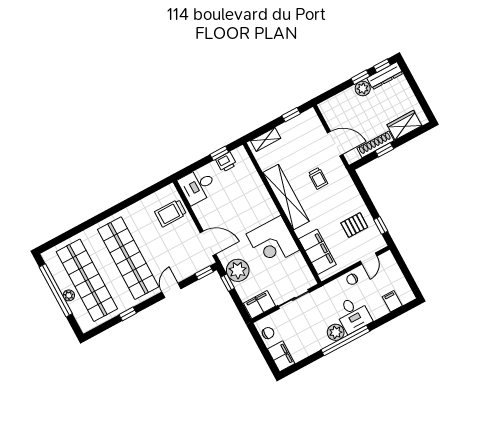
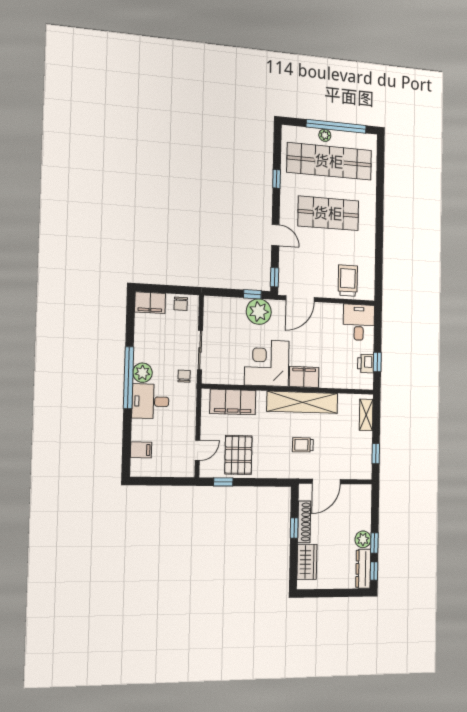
pallet: (354, 225) -> (238, 455), width x1.50, depth x1.42
shop shelf: (128, 258) -> (328, 213), width x0.71
door: (369, 259) -> (197, 450), swing flipped
chair: (352, 279) -> (184, 376), moved
filing cabinet: (259, 305) -> (304, 377), moved, turned -90

